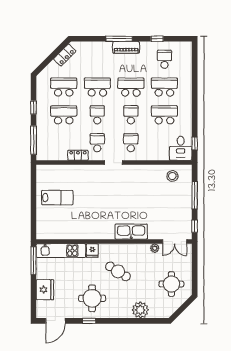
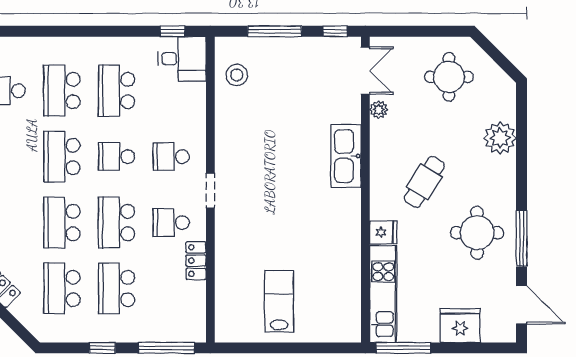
school desk: (97, 115) -> (117, 223), width x1.85
window: (89, 321) -> (522, 238), width x2.17

